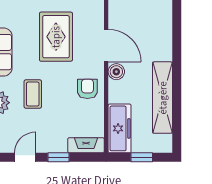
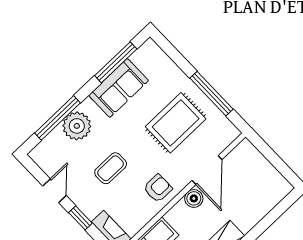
coffee table: (33, 94) -> (111, 168), moved
door: (25, 157) -> (55, 191), hinge flipped

